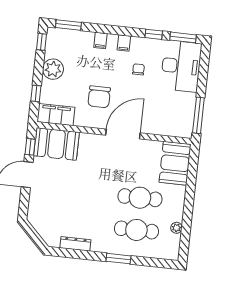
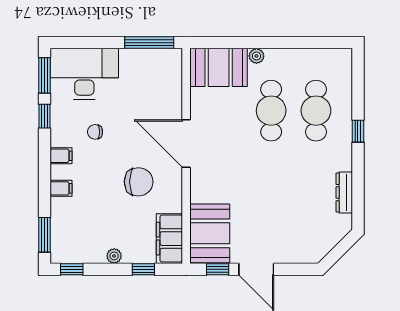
plant: (53, 69) -> (114, 256), width x0.53, depth x0.53
plant: (176, 228) -> (256, 56), moved
window: (118, 259) -> (358, 131), width x0.67

